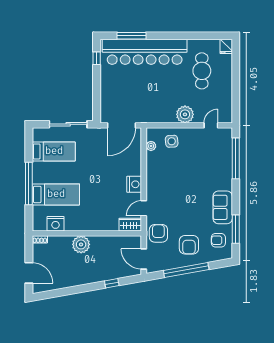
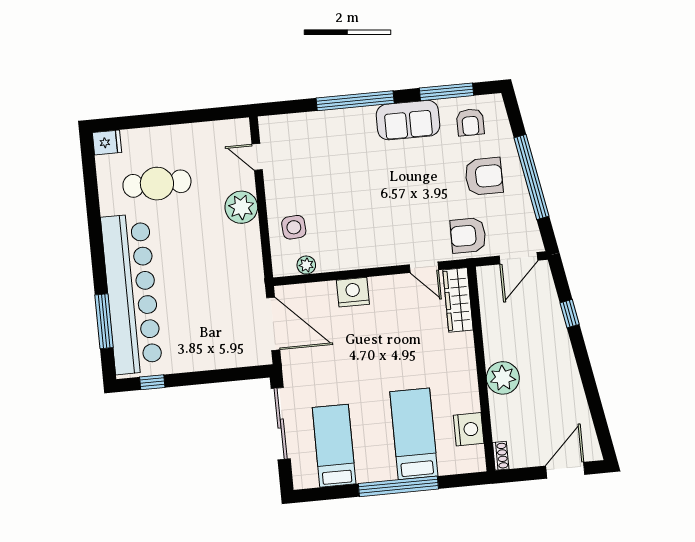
window: (236, 158) -> (355, 101), moved
nightstand: (134, 184) -> (353, 292), moved
wardrobe: (130, 225) -> (458, 300), width x1.50

